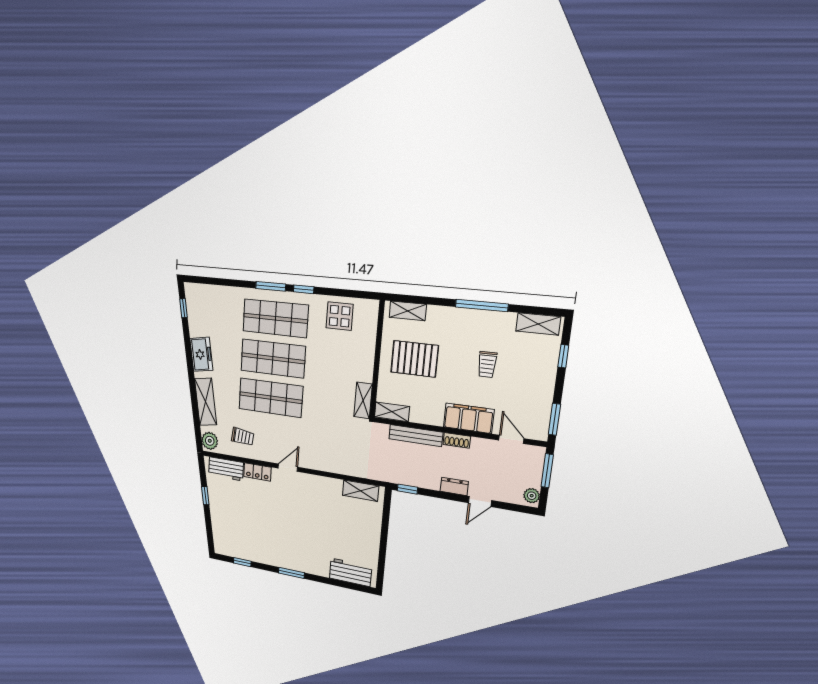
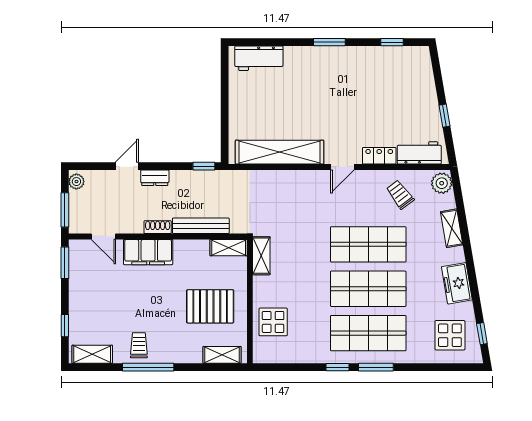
display table: (209, 309) -> (450, 335), added
display table: (340, 316) -> (273, 322), moved
trolley: (487, 364) -> (139, 345), moved
shelving: (206, 402) -> (452, 228), width x0.67, depth x0.75
trolley: (243, 437) -> (400, 195), turned 47
shelving: (361, 491) -> (280, 152), width x2.20, depth x1.33

